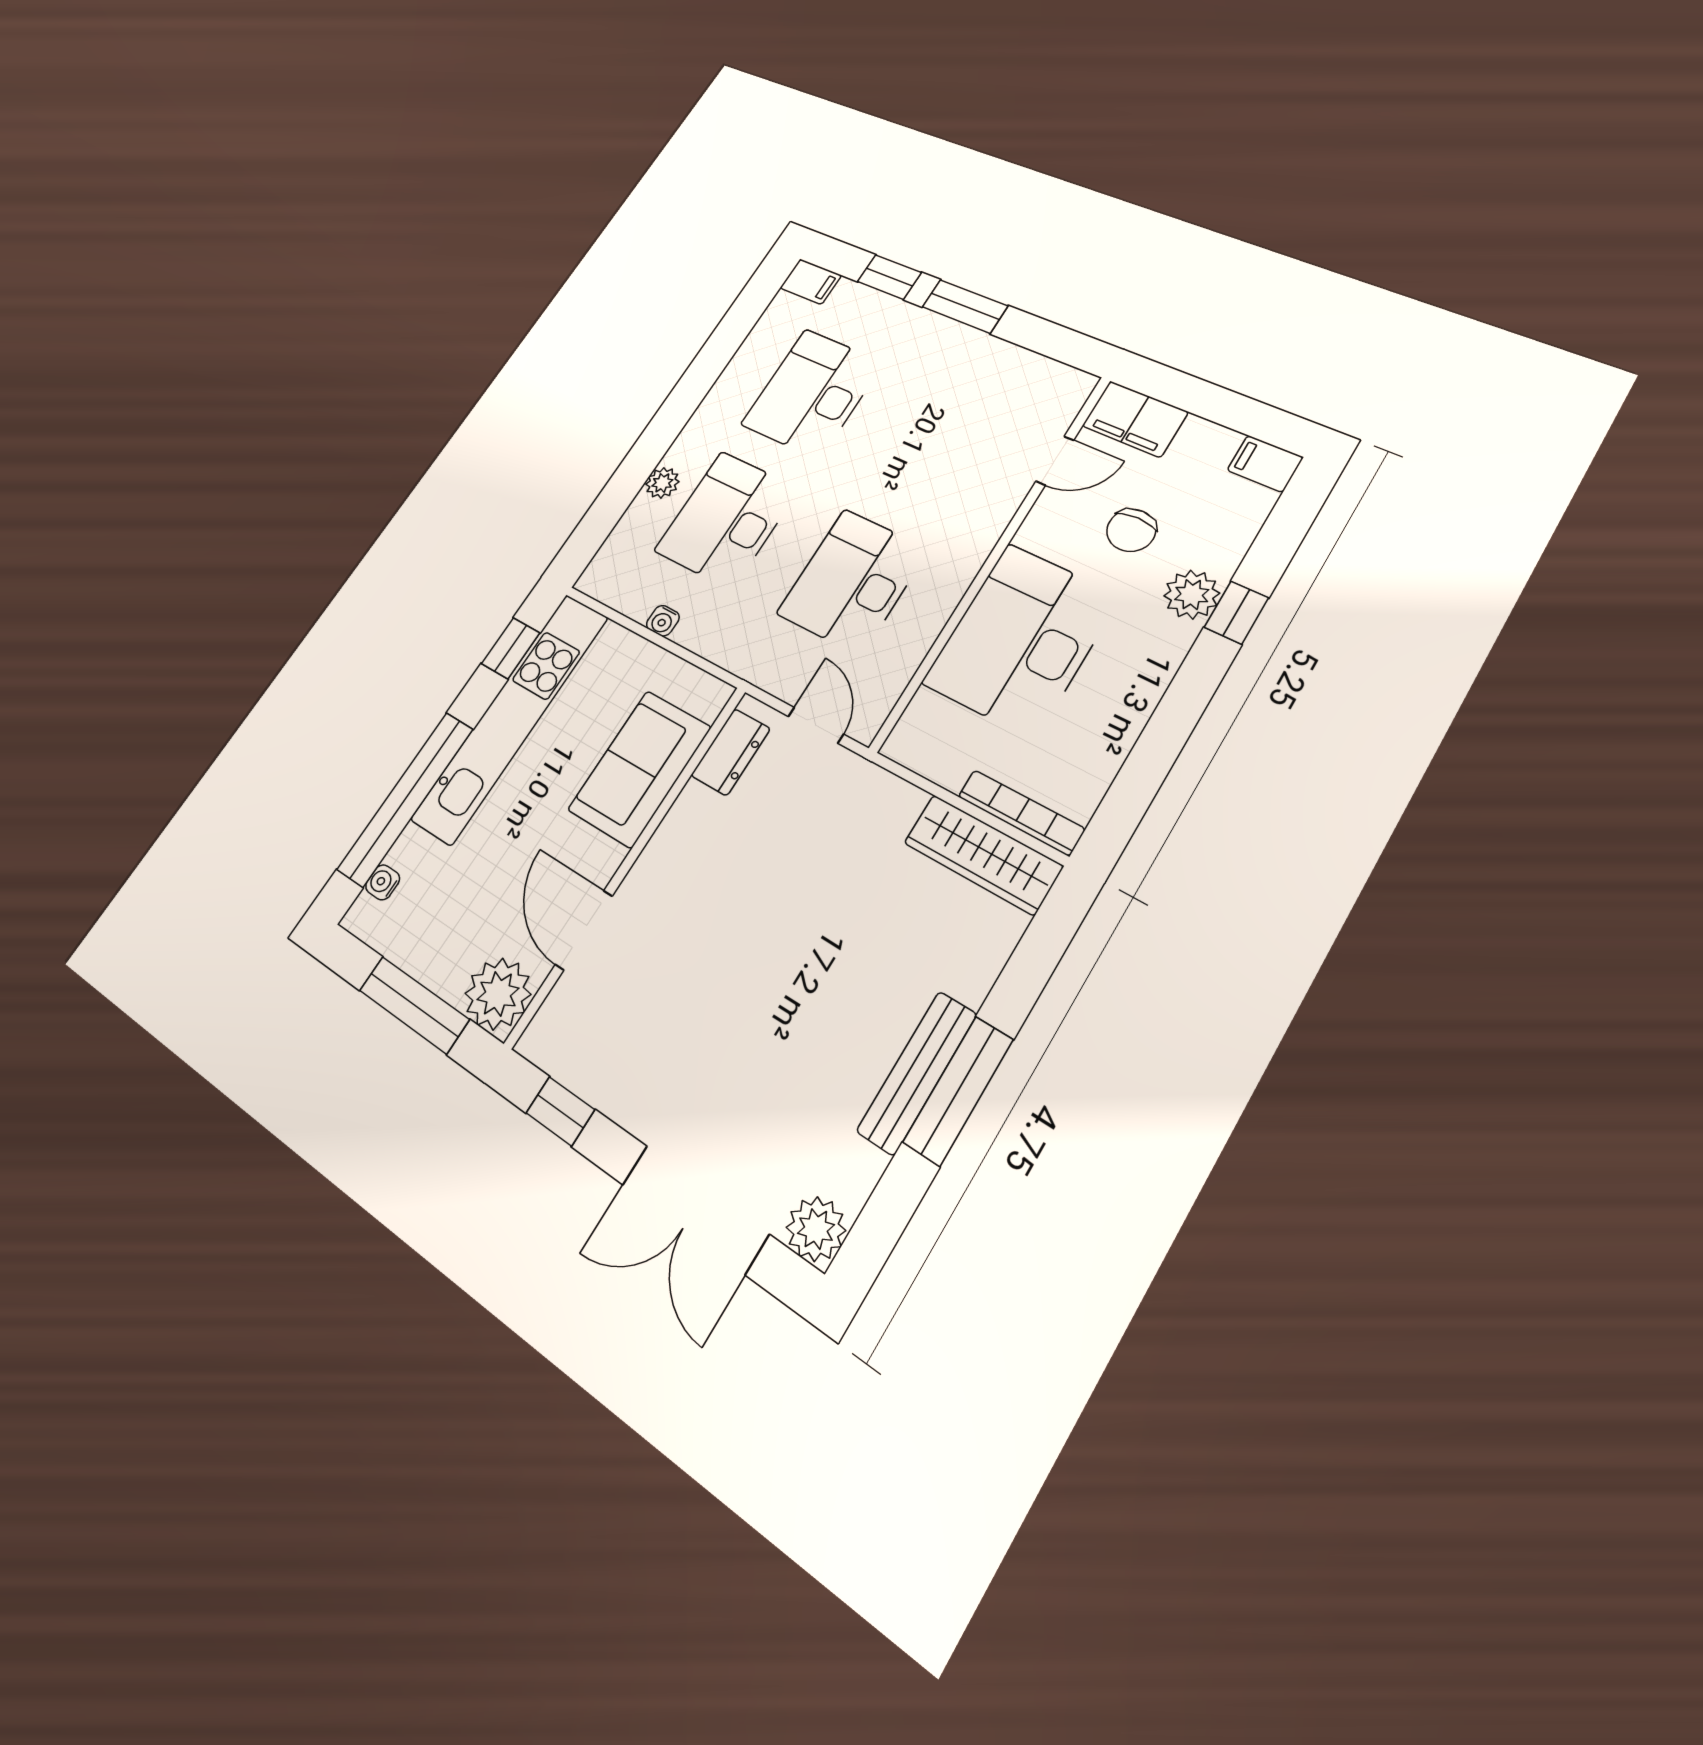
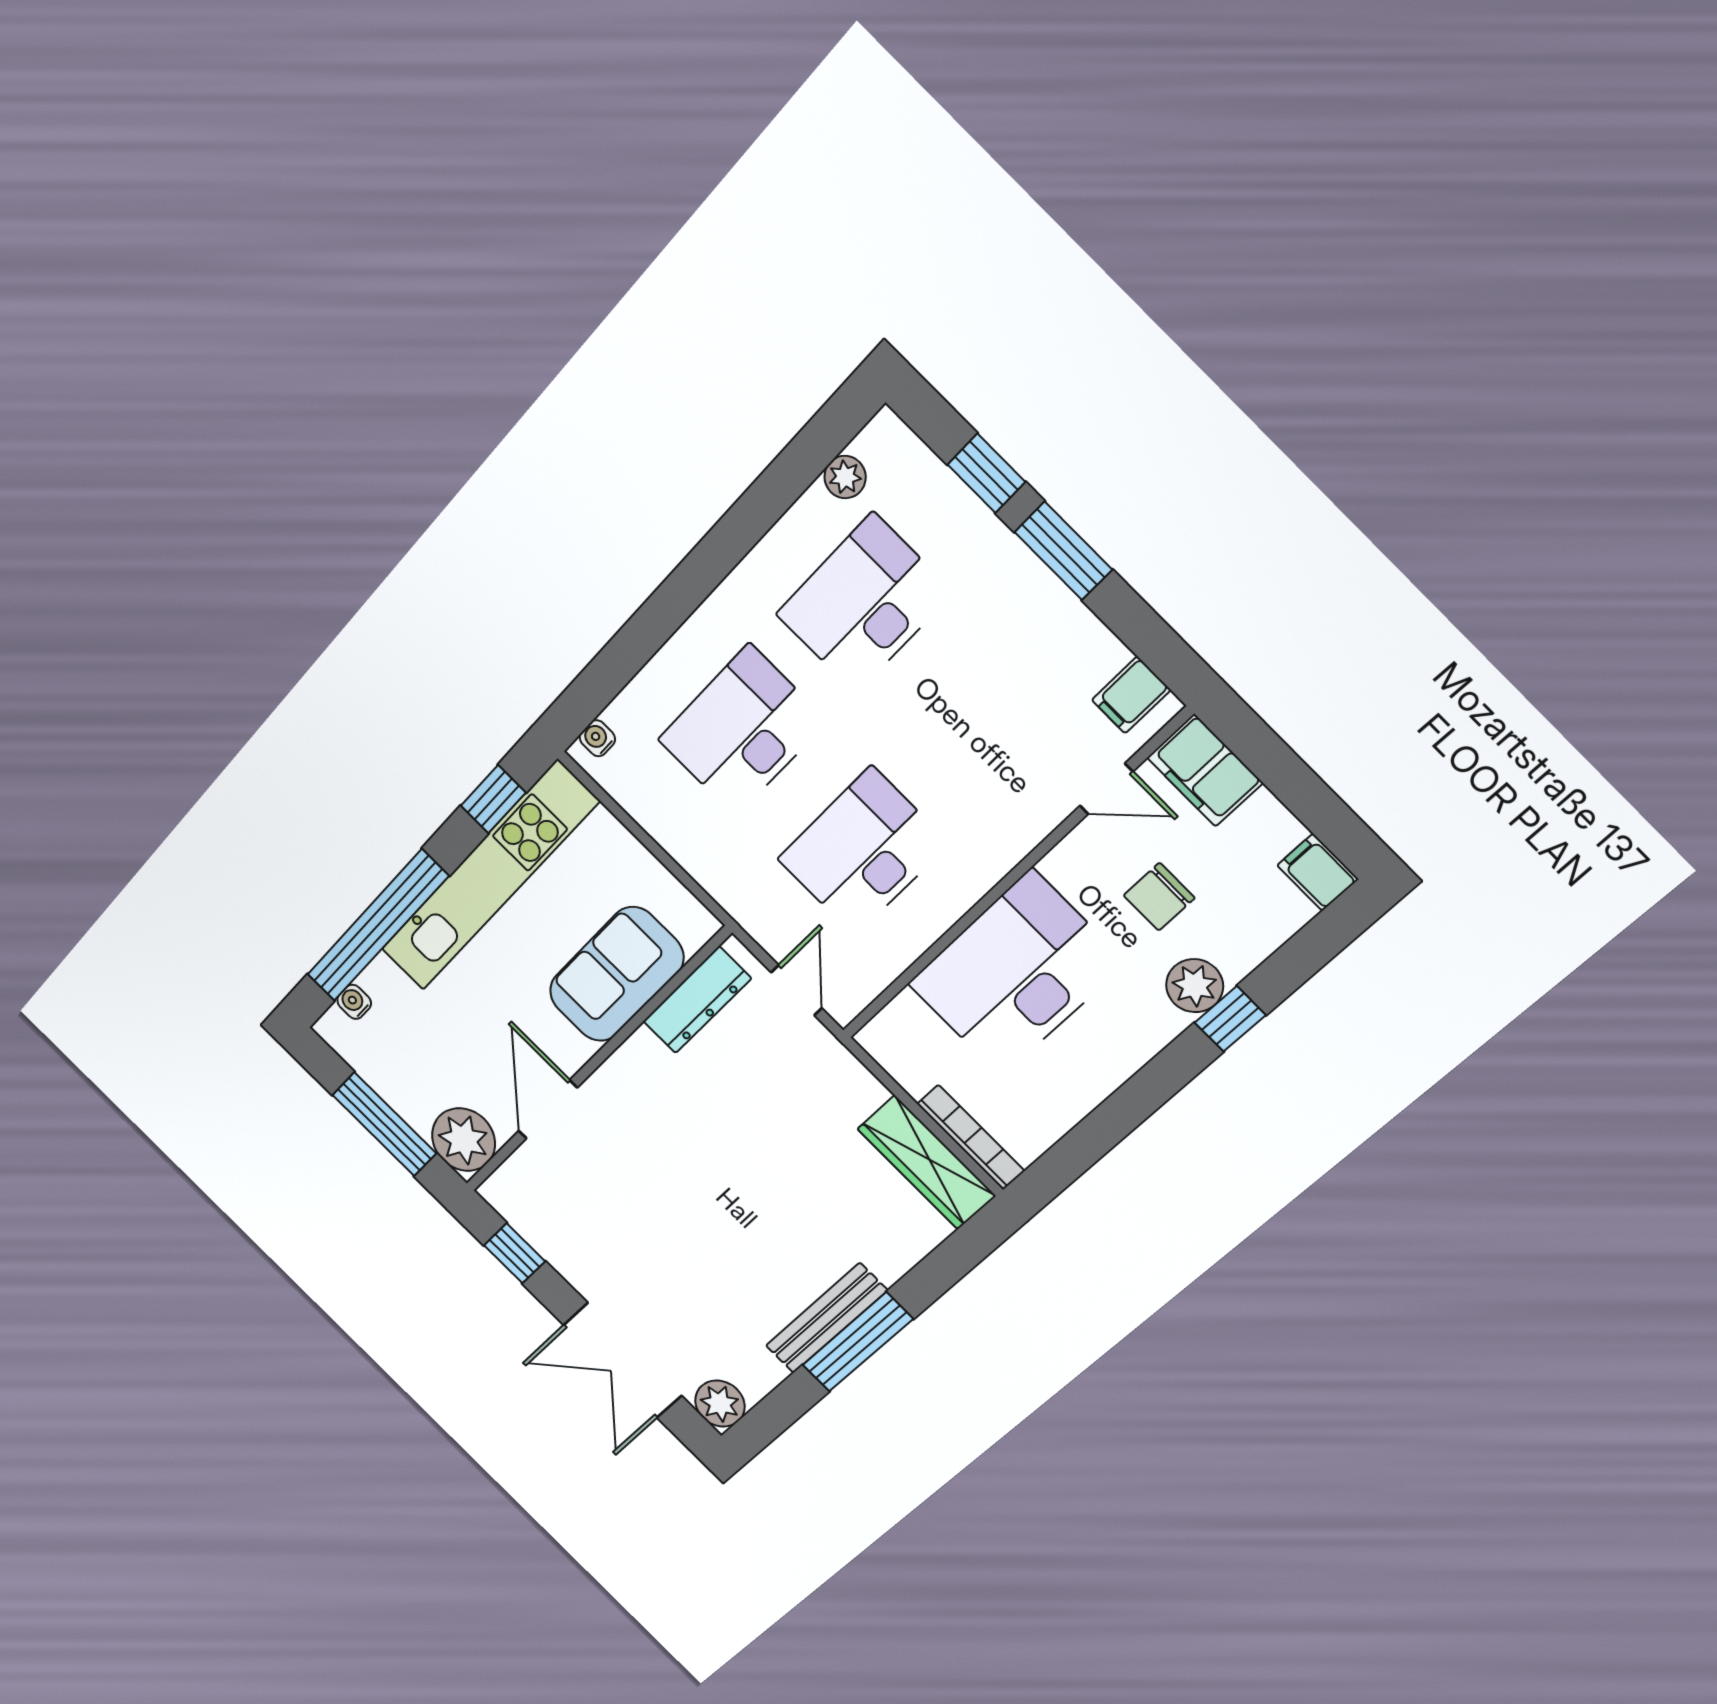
filing cabinet: (811, 282) -> (1131, 695), moved, turned 90
plant: (662, 483) -> (845, 477), moved
water cooler: (663, 621) -> (597, 738), moved, turned 90
dresser: (731, 752) -> (697, 1000), width x1.44

